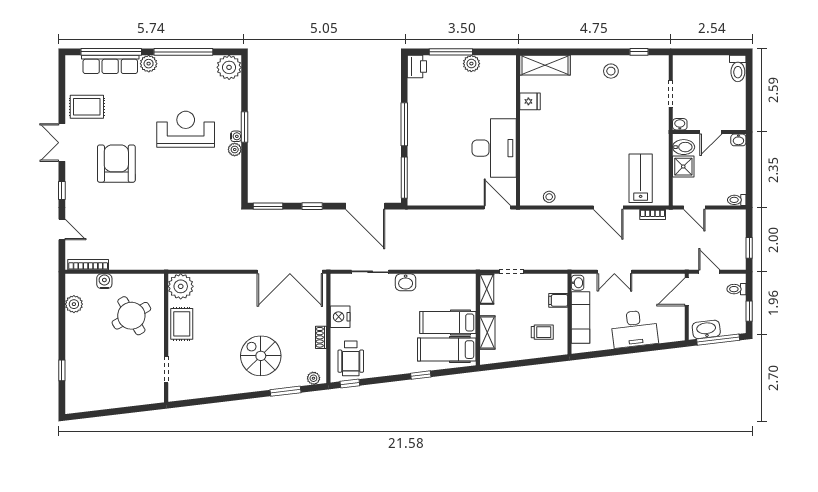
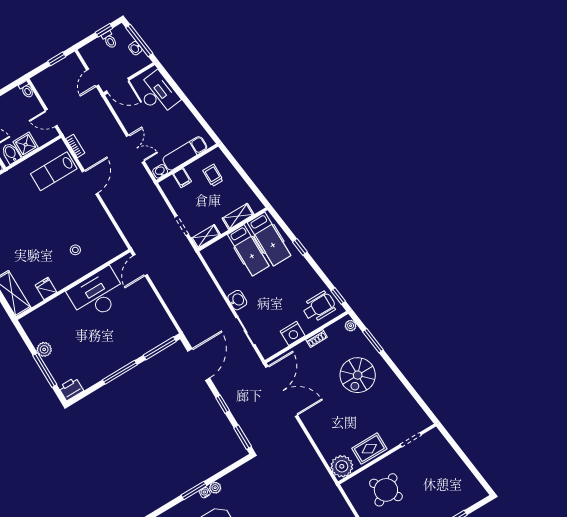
stool: (549, 197) -> (75, 250), moved
door: (694, 207) -> (51, 118), swing flipped
toilet: (737, 289) -> (109, 40), moved
desk: (634, 329) -> (158, 94), moved
washbasin: (706, 329) -> (135, 48), width x0.52, depth x0.69

